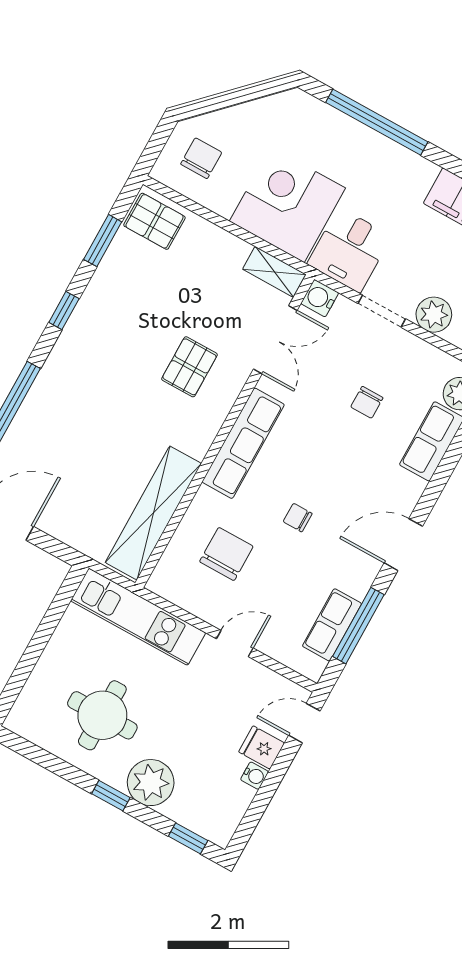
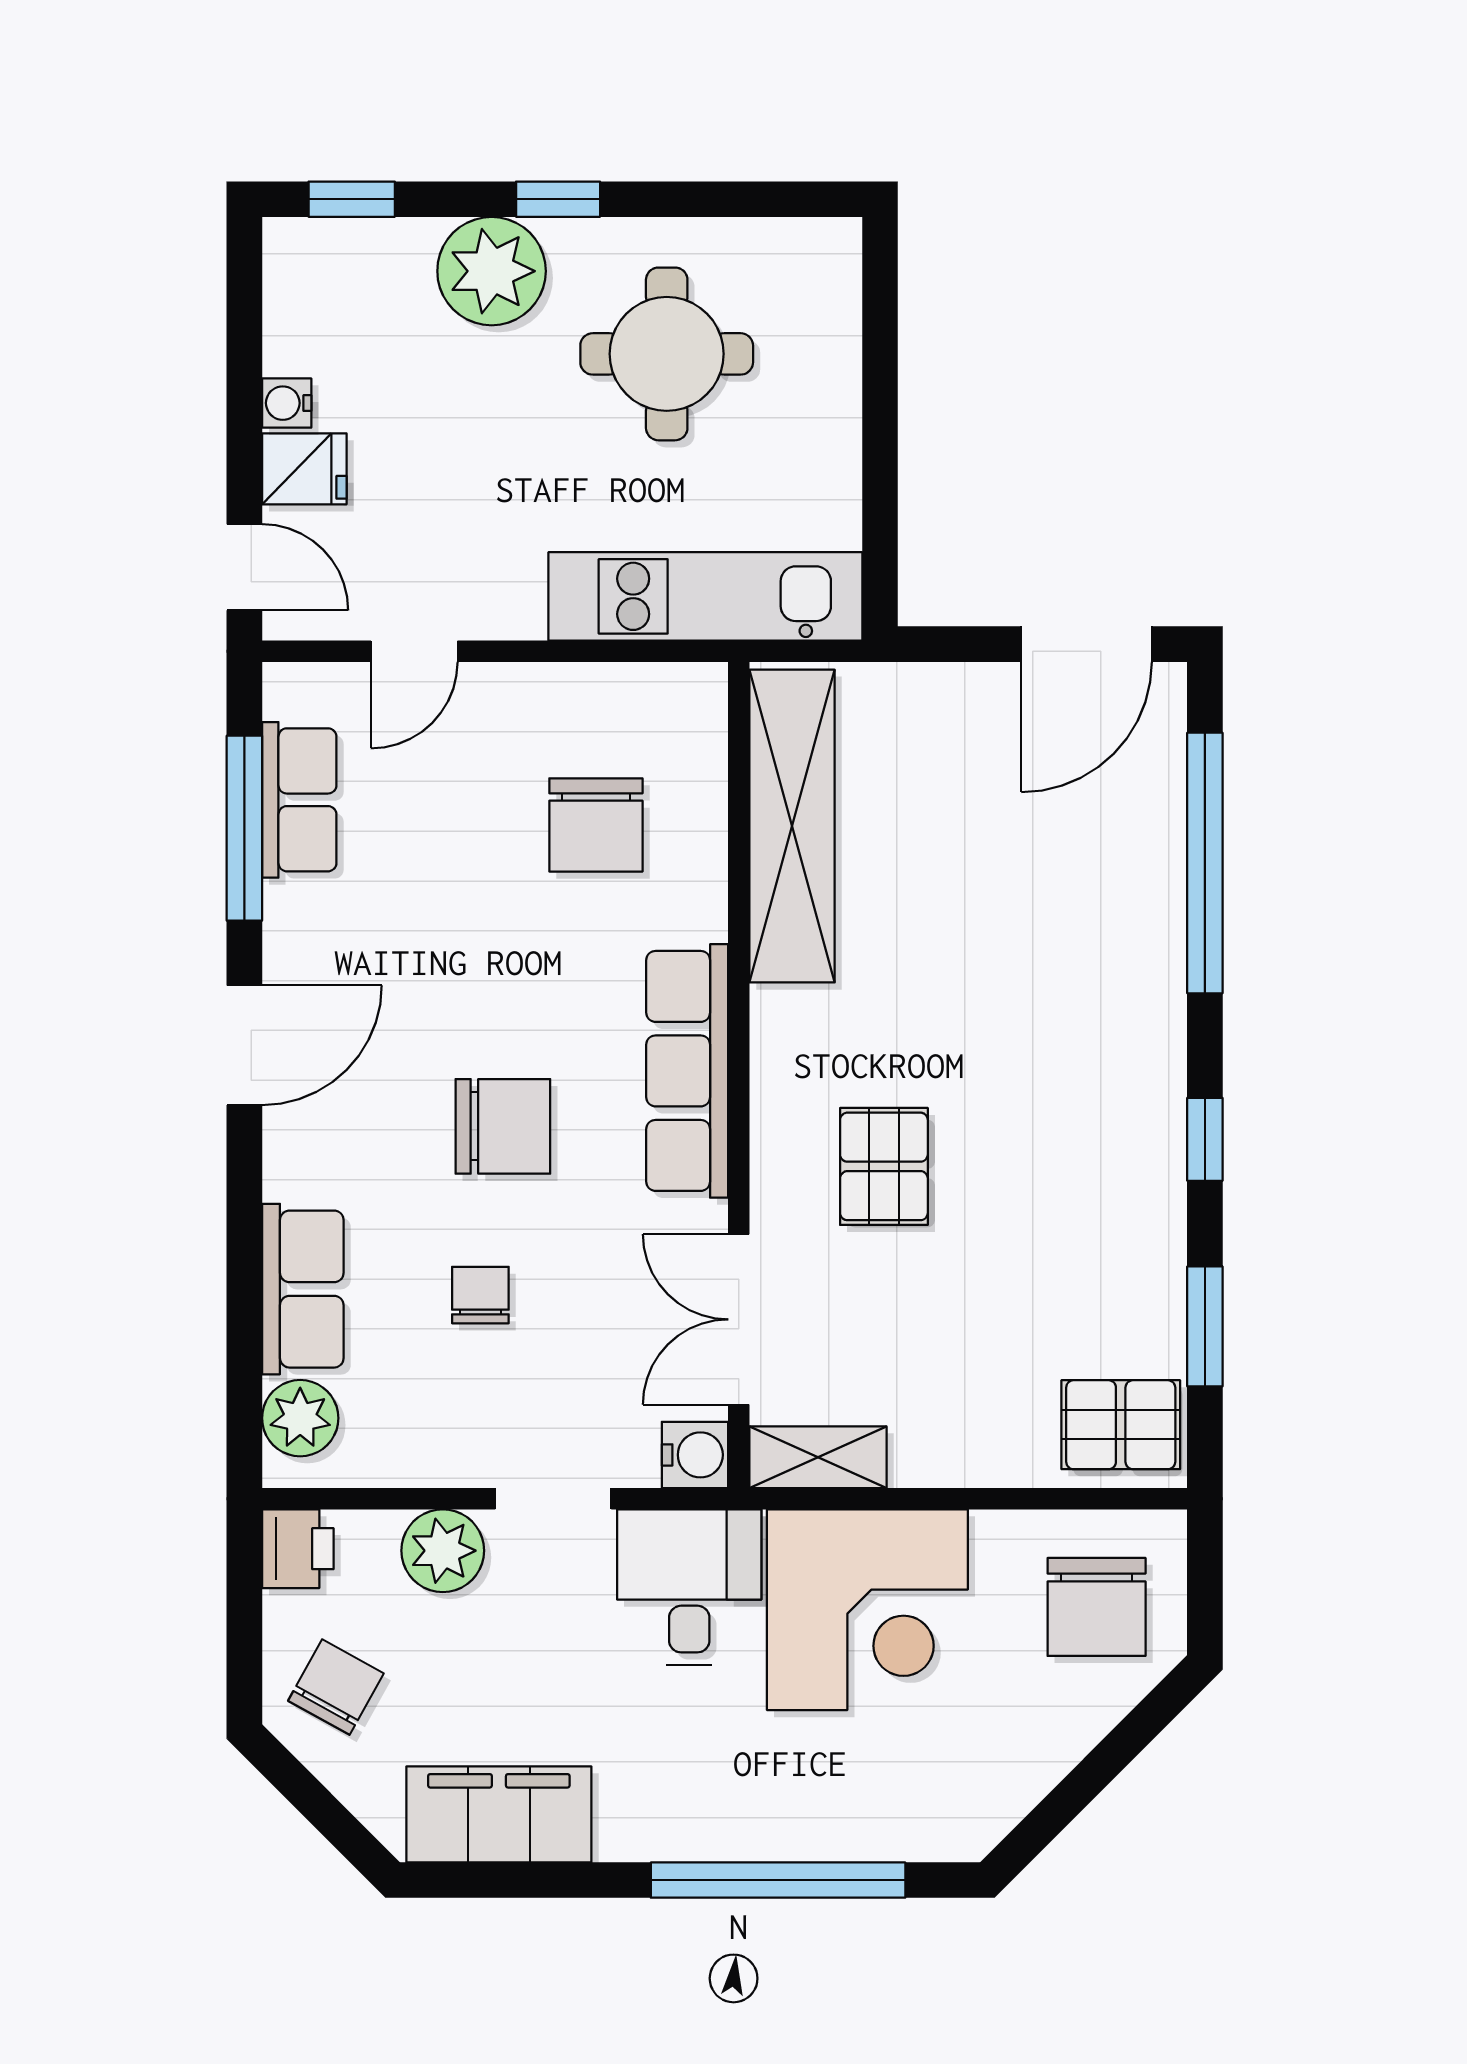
chair: (201, 158) -> (1097, 1607), width x1.37, depth x1.37
chair: (298, 518) -> (503, 1126), moved, width x1.87, depth x1.87
door: (235, 643) -> (414, 651), moved
door: (304, 723) -> (244, 567), hinge flipped

